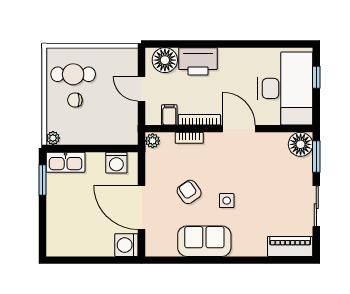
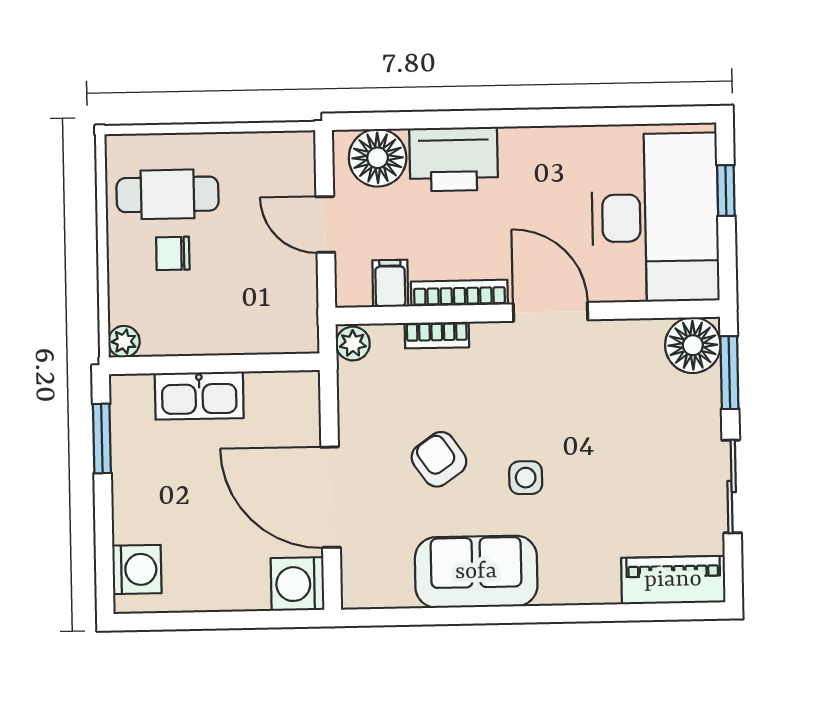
kitchen sink: (66, 162) -> (199, 396), moved
washing machine: (116, 163) -> (137, 569), moved, turned -90

